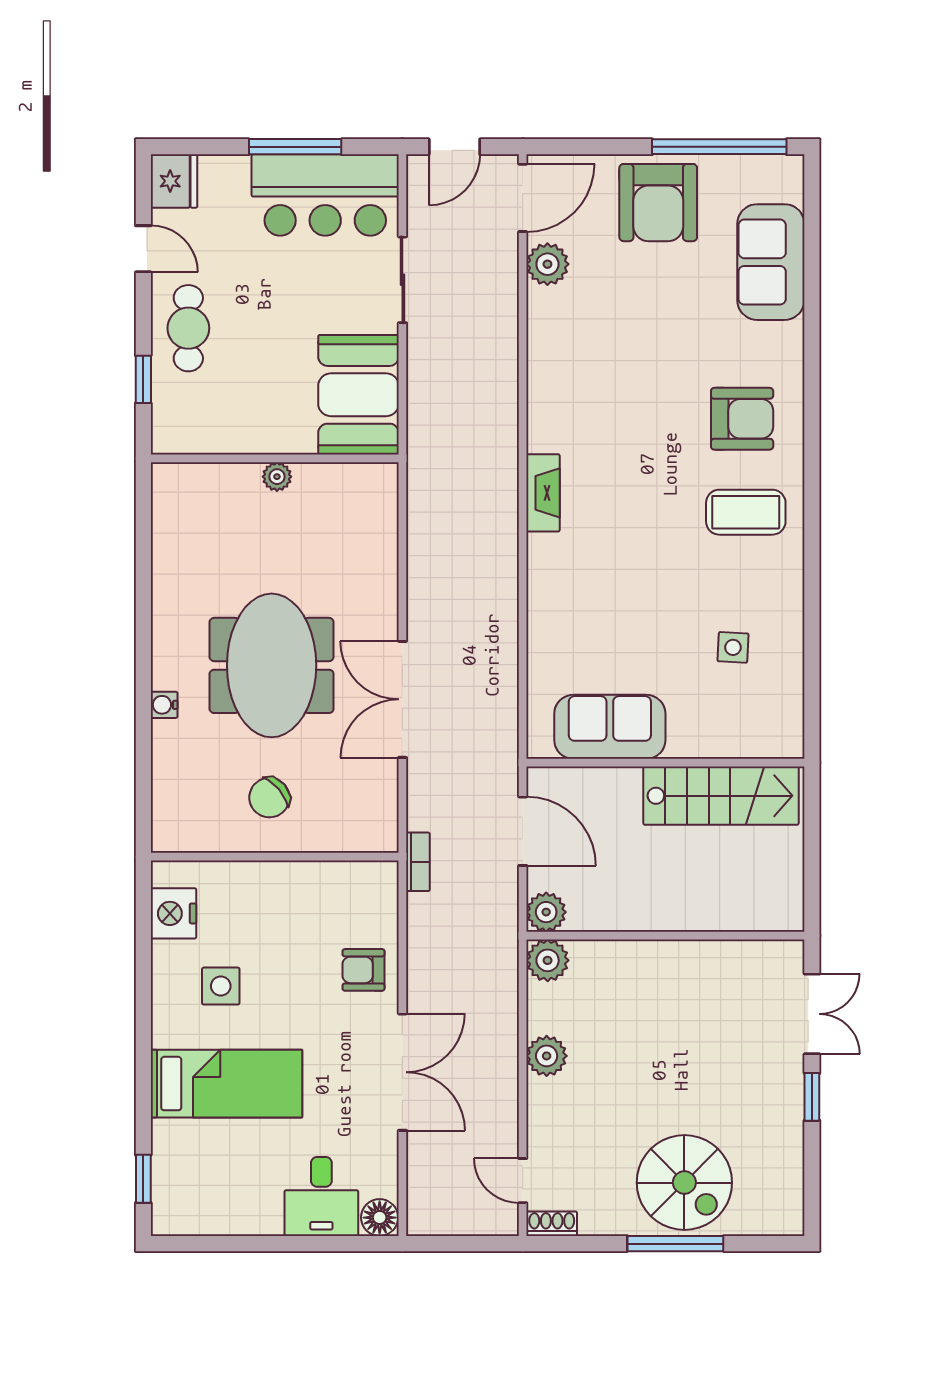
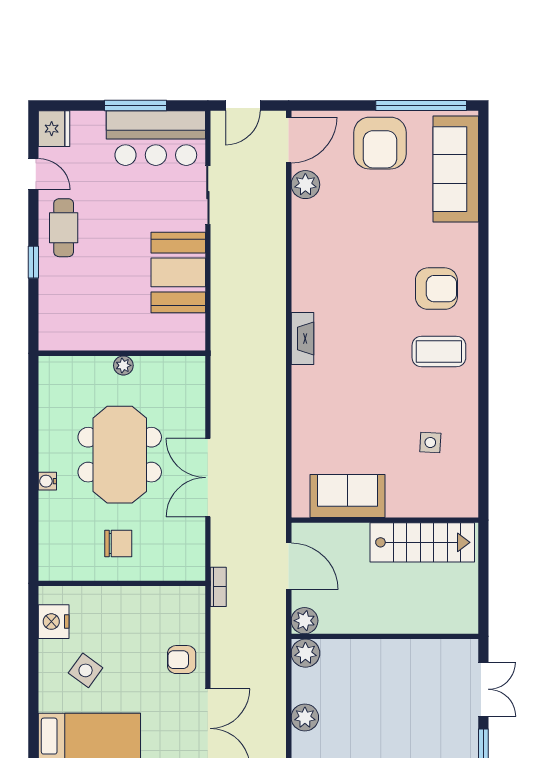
sofa: (771, 262) -> (456, 169), width x1.36
wall: (275, 458) -> (122, 353), moved
plant: (277, 477) -> (123, 365), moved
chair: (269, 798) -> (118, 544), turned -140
side table: (221, 986) -> (86, 670), turned 36

